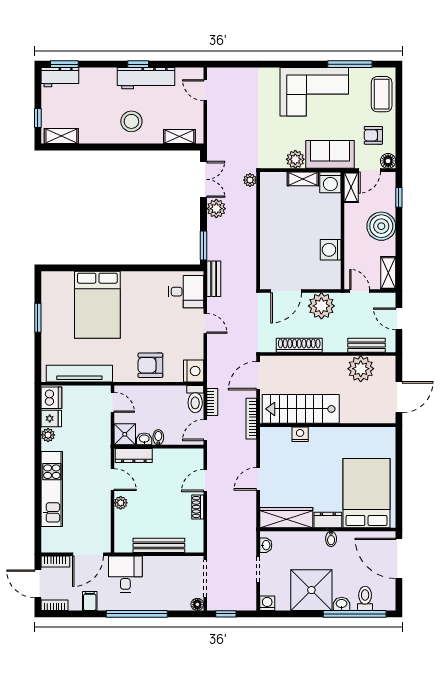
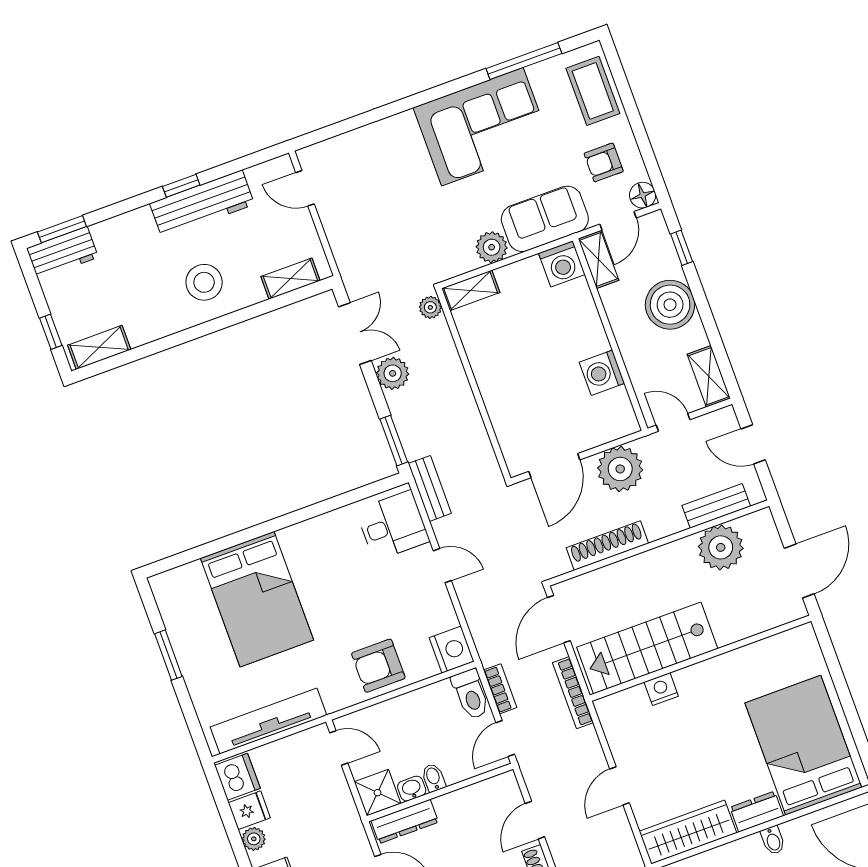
shelving: (303, 179) -> (471, 290), moved

